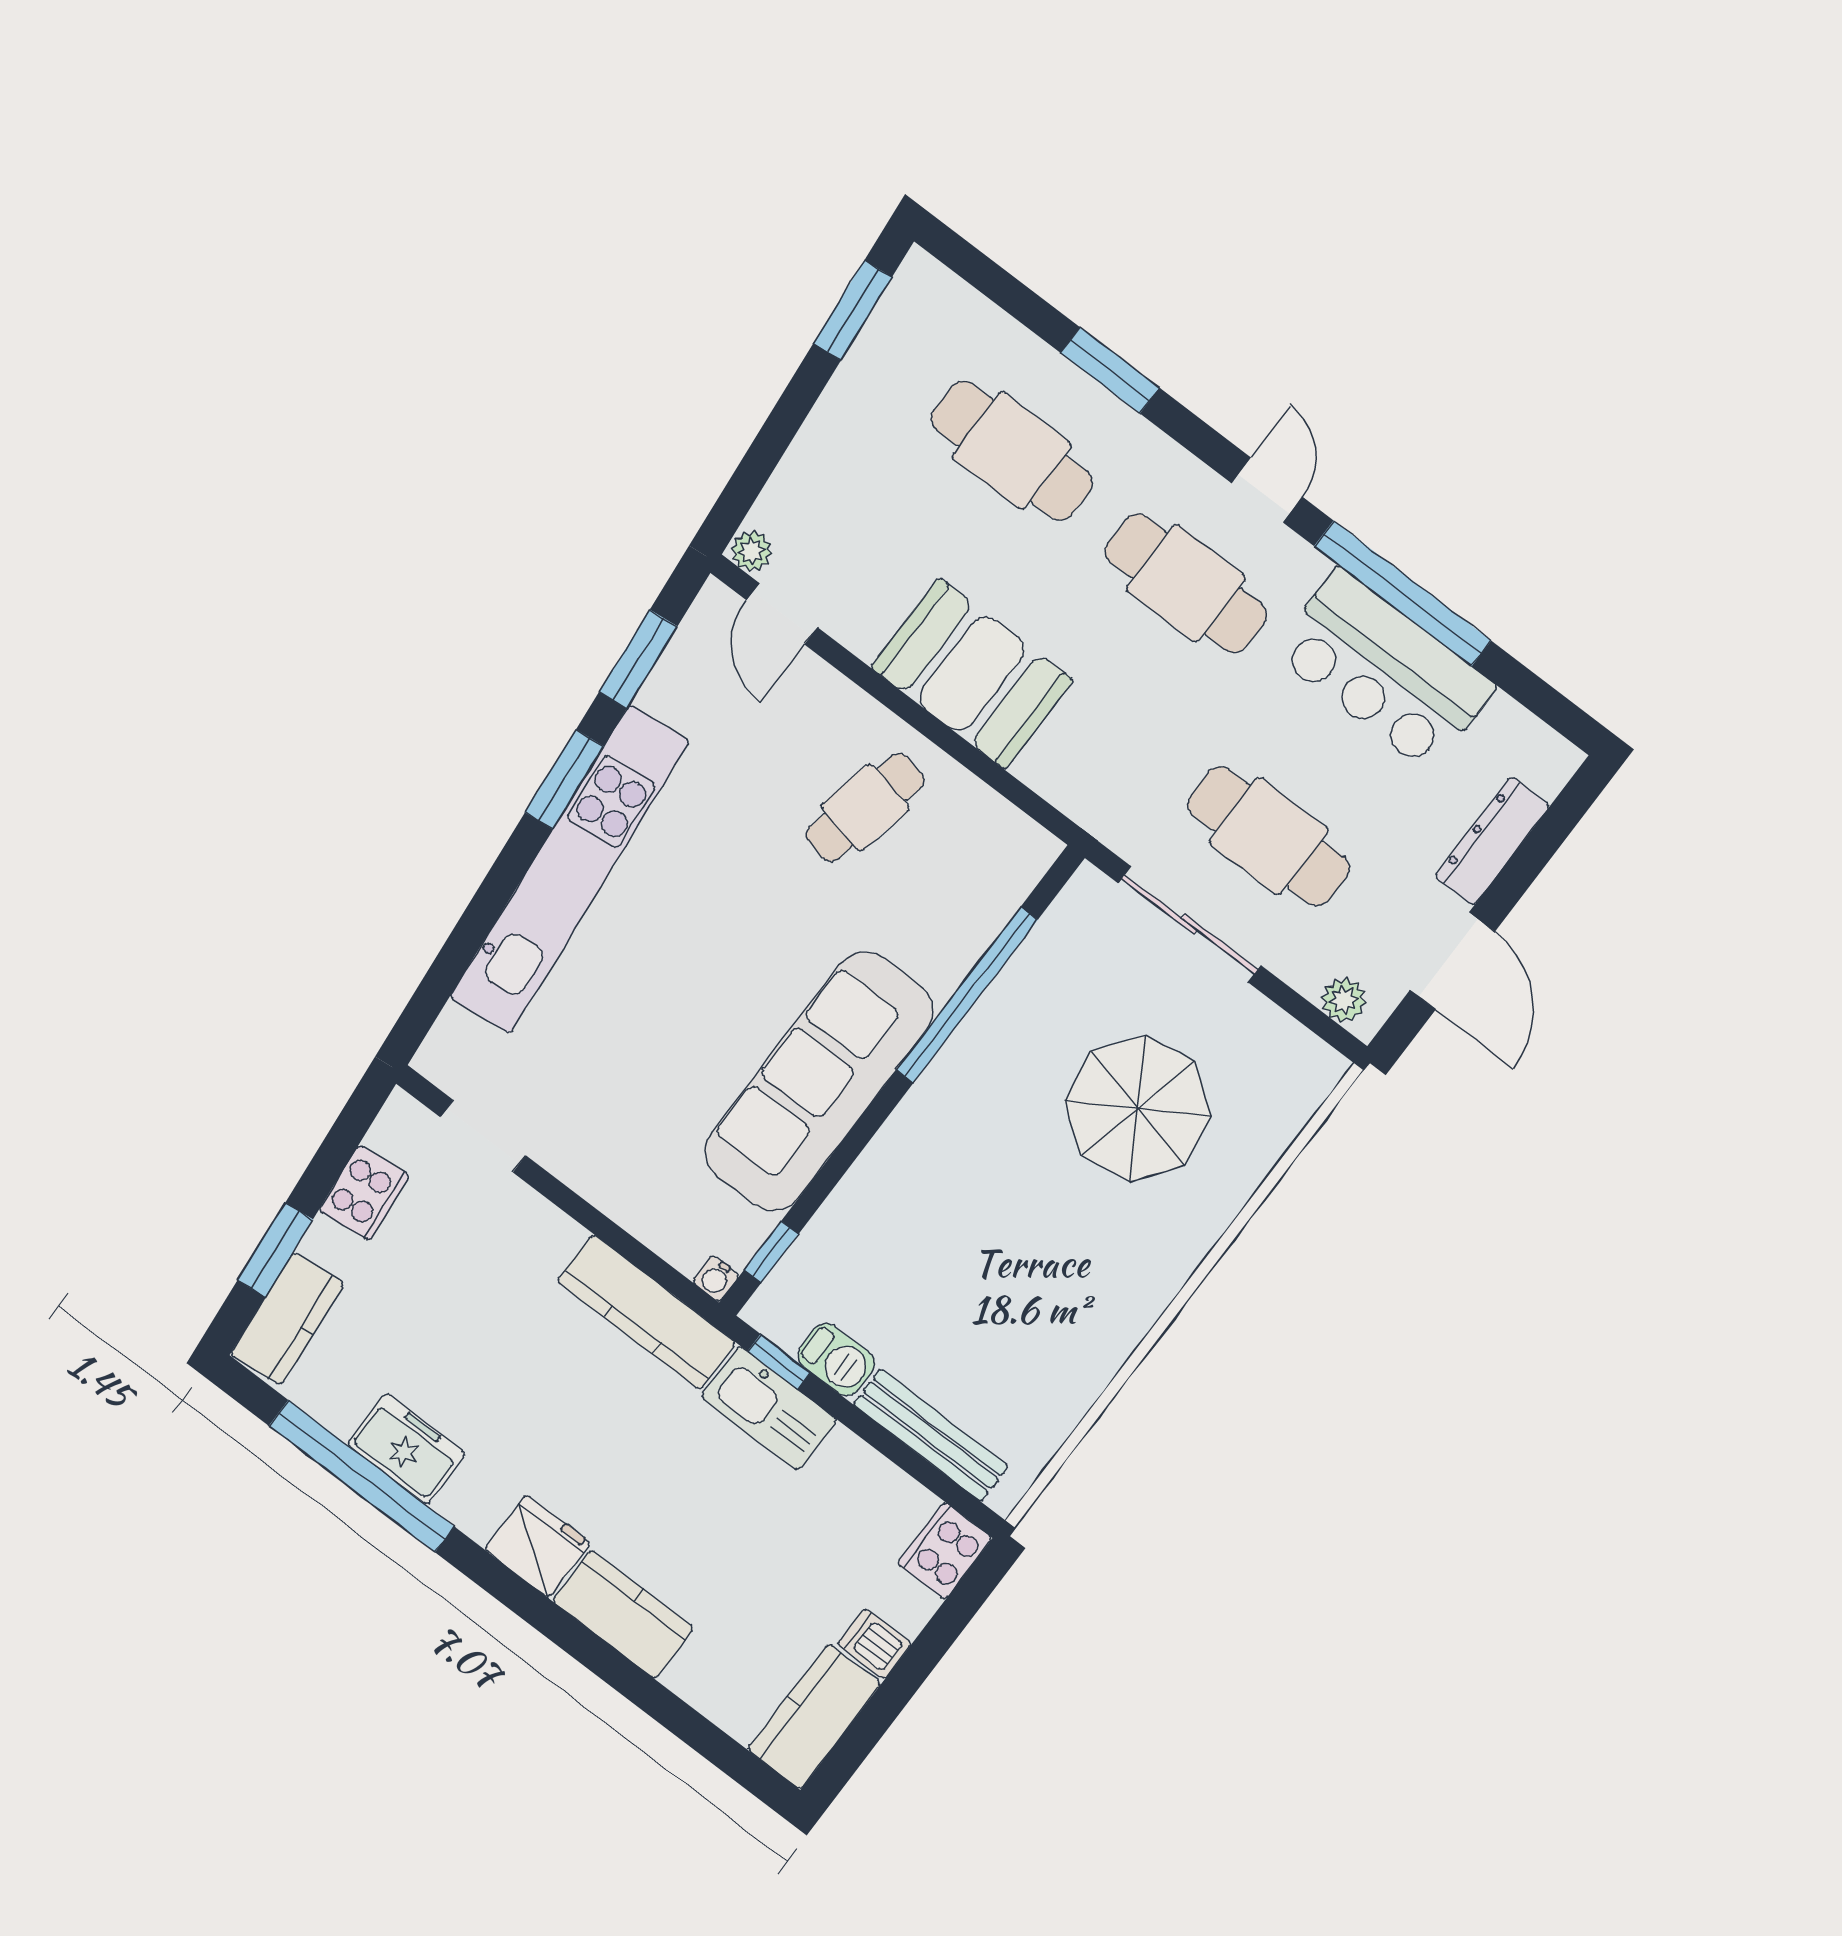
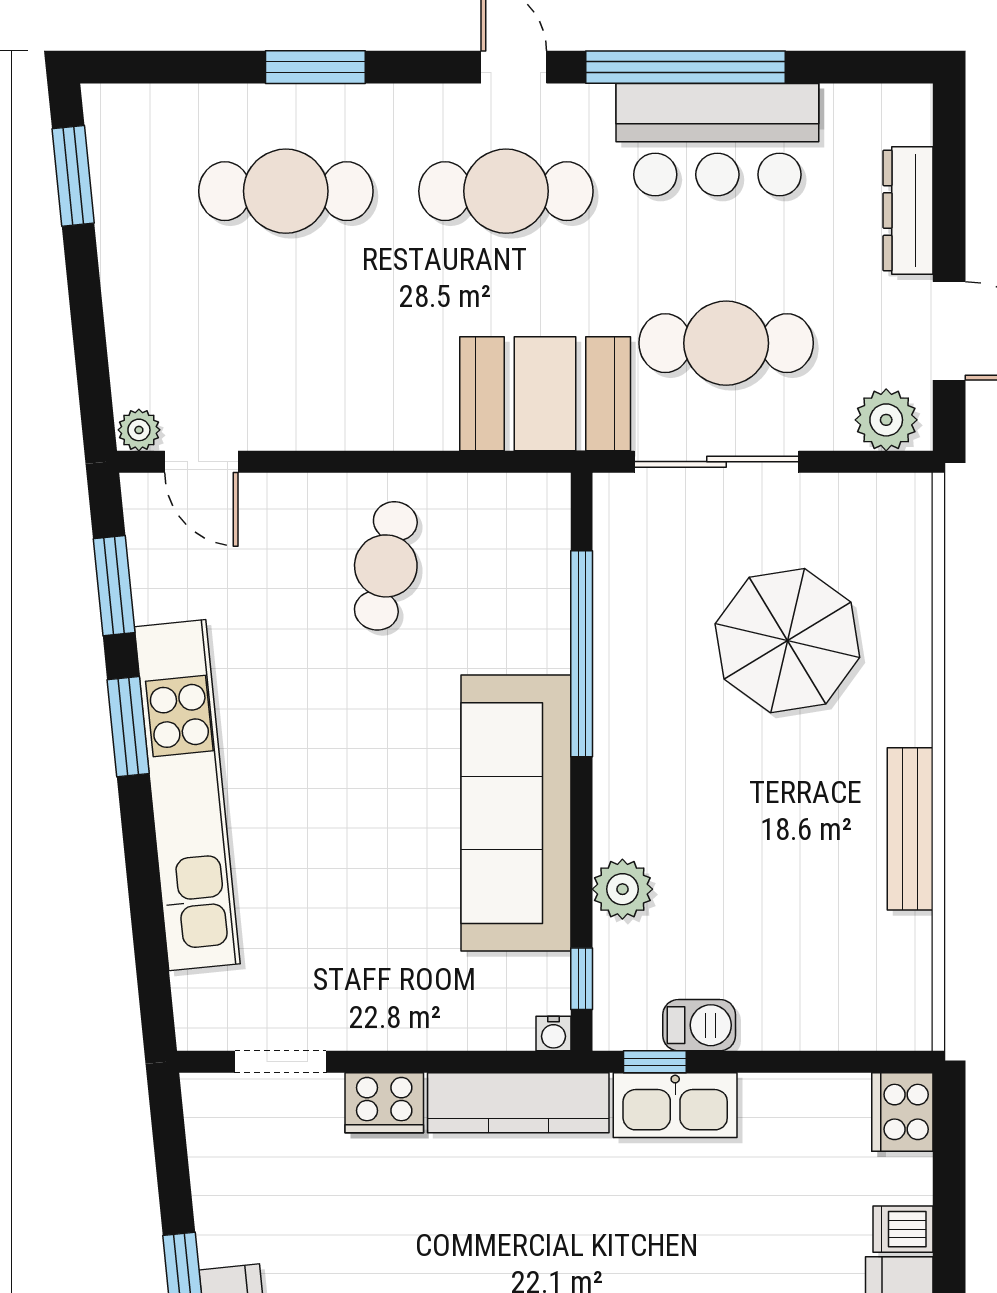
booth: (972, 674) -> (545, 394), moved
plant: (1344, 1000) -> (886, 420), width x1.38, depth x1.38
cooker: (364, 1193) -> (384, 1103), moved, turned 96
plant: (857, 1206) -> (622, 889), added
bench: (931, 1435) -> (910, 829), moved, turned 90

